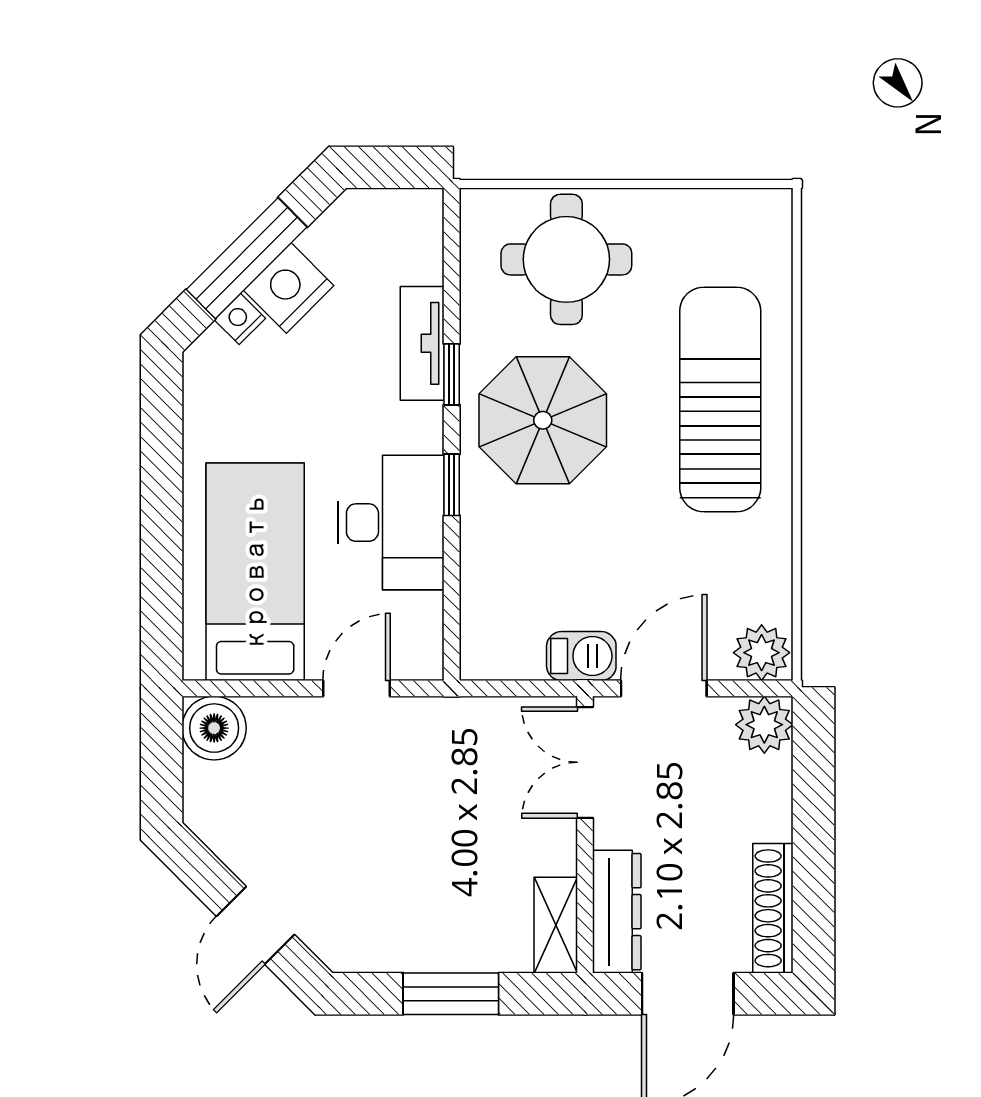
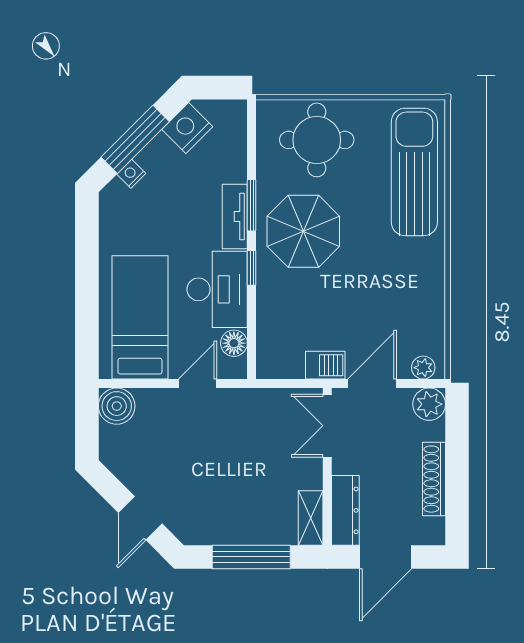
nightstand: (289, 288) -> (187, 128), moved
tv unit: (422, 343) -> (235, 216), moved
window: (452, 374) -> (252, 205), width x1.50
sun lounger: (720, 399) -> (414, 172), moved
floor lamp: (421, 617) -> (234, 343), added
plant: (762, 653) -> (423, 368), width x0.73, depth x0.73
shoe rack: (773, 908) -> (434, 479), moved
window: (451, 994) -> (251, 557), width x1.44

